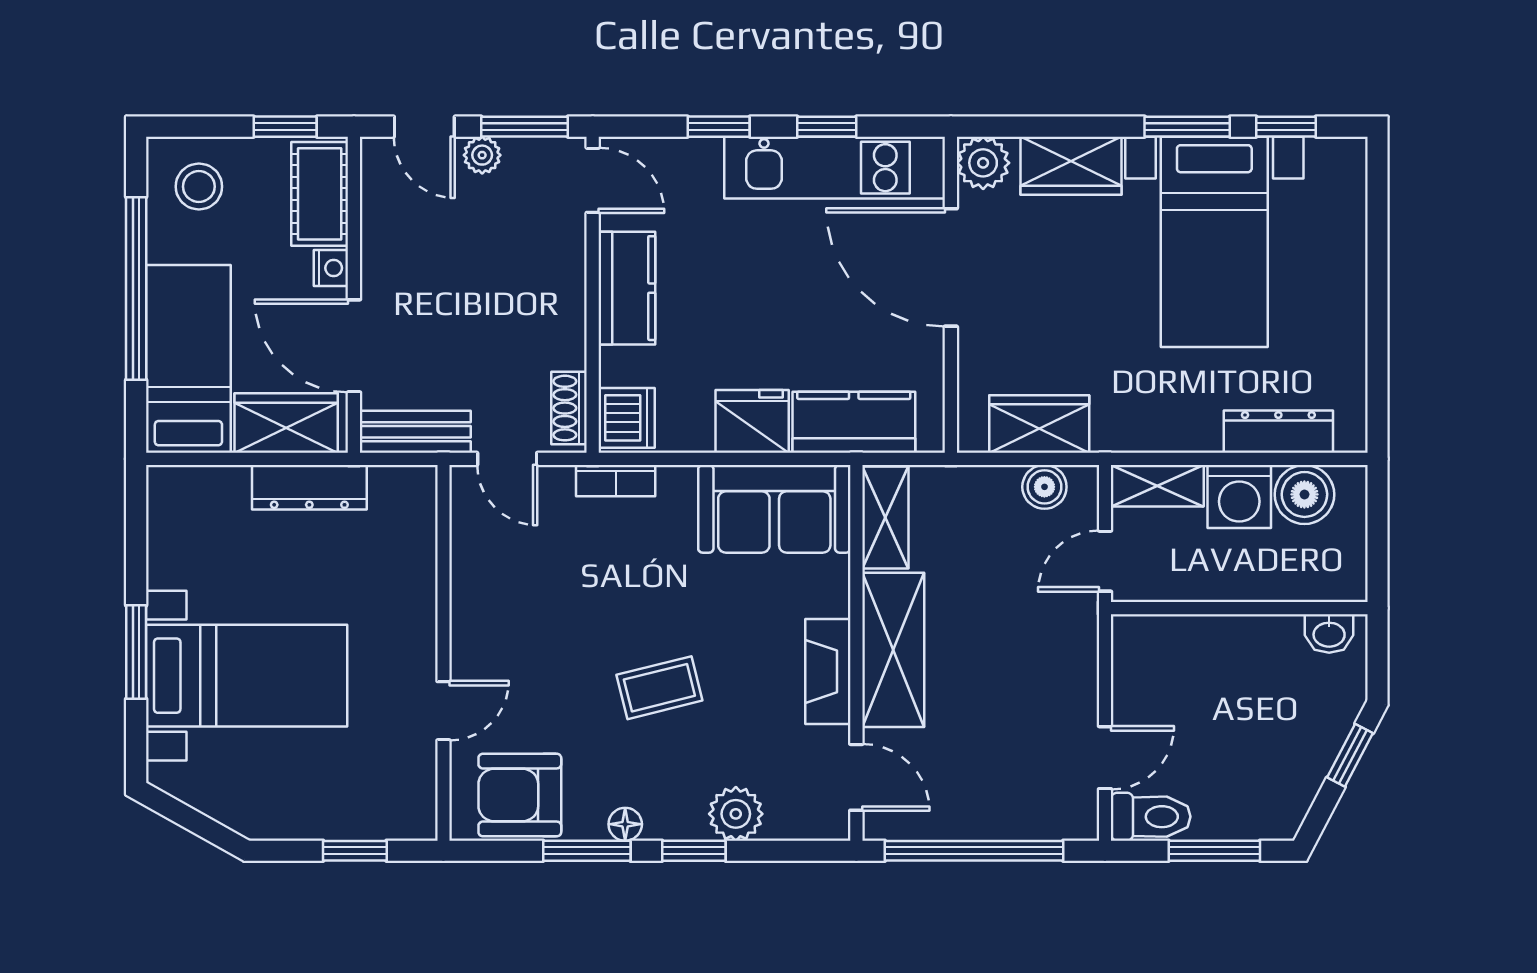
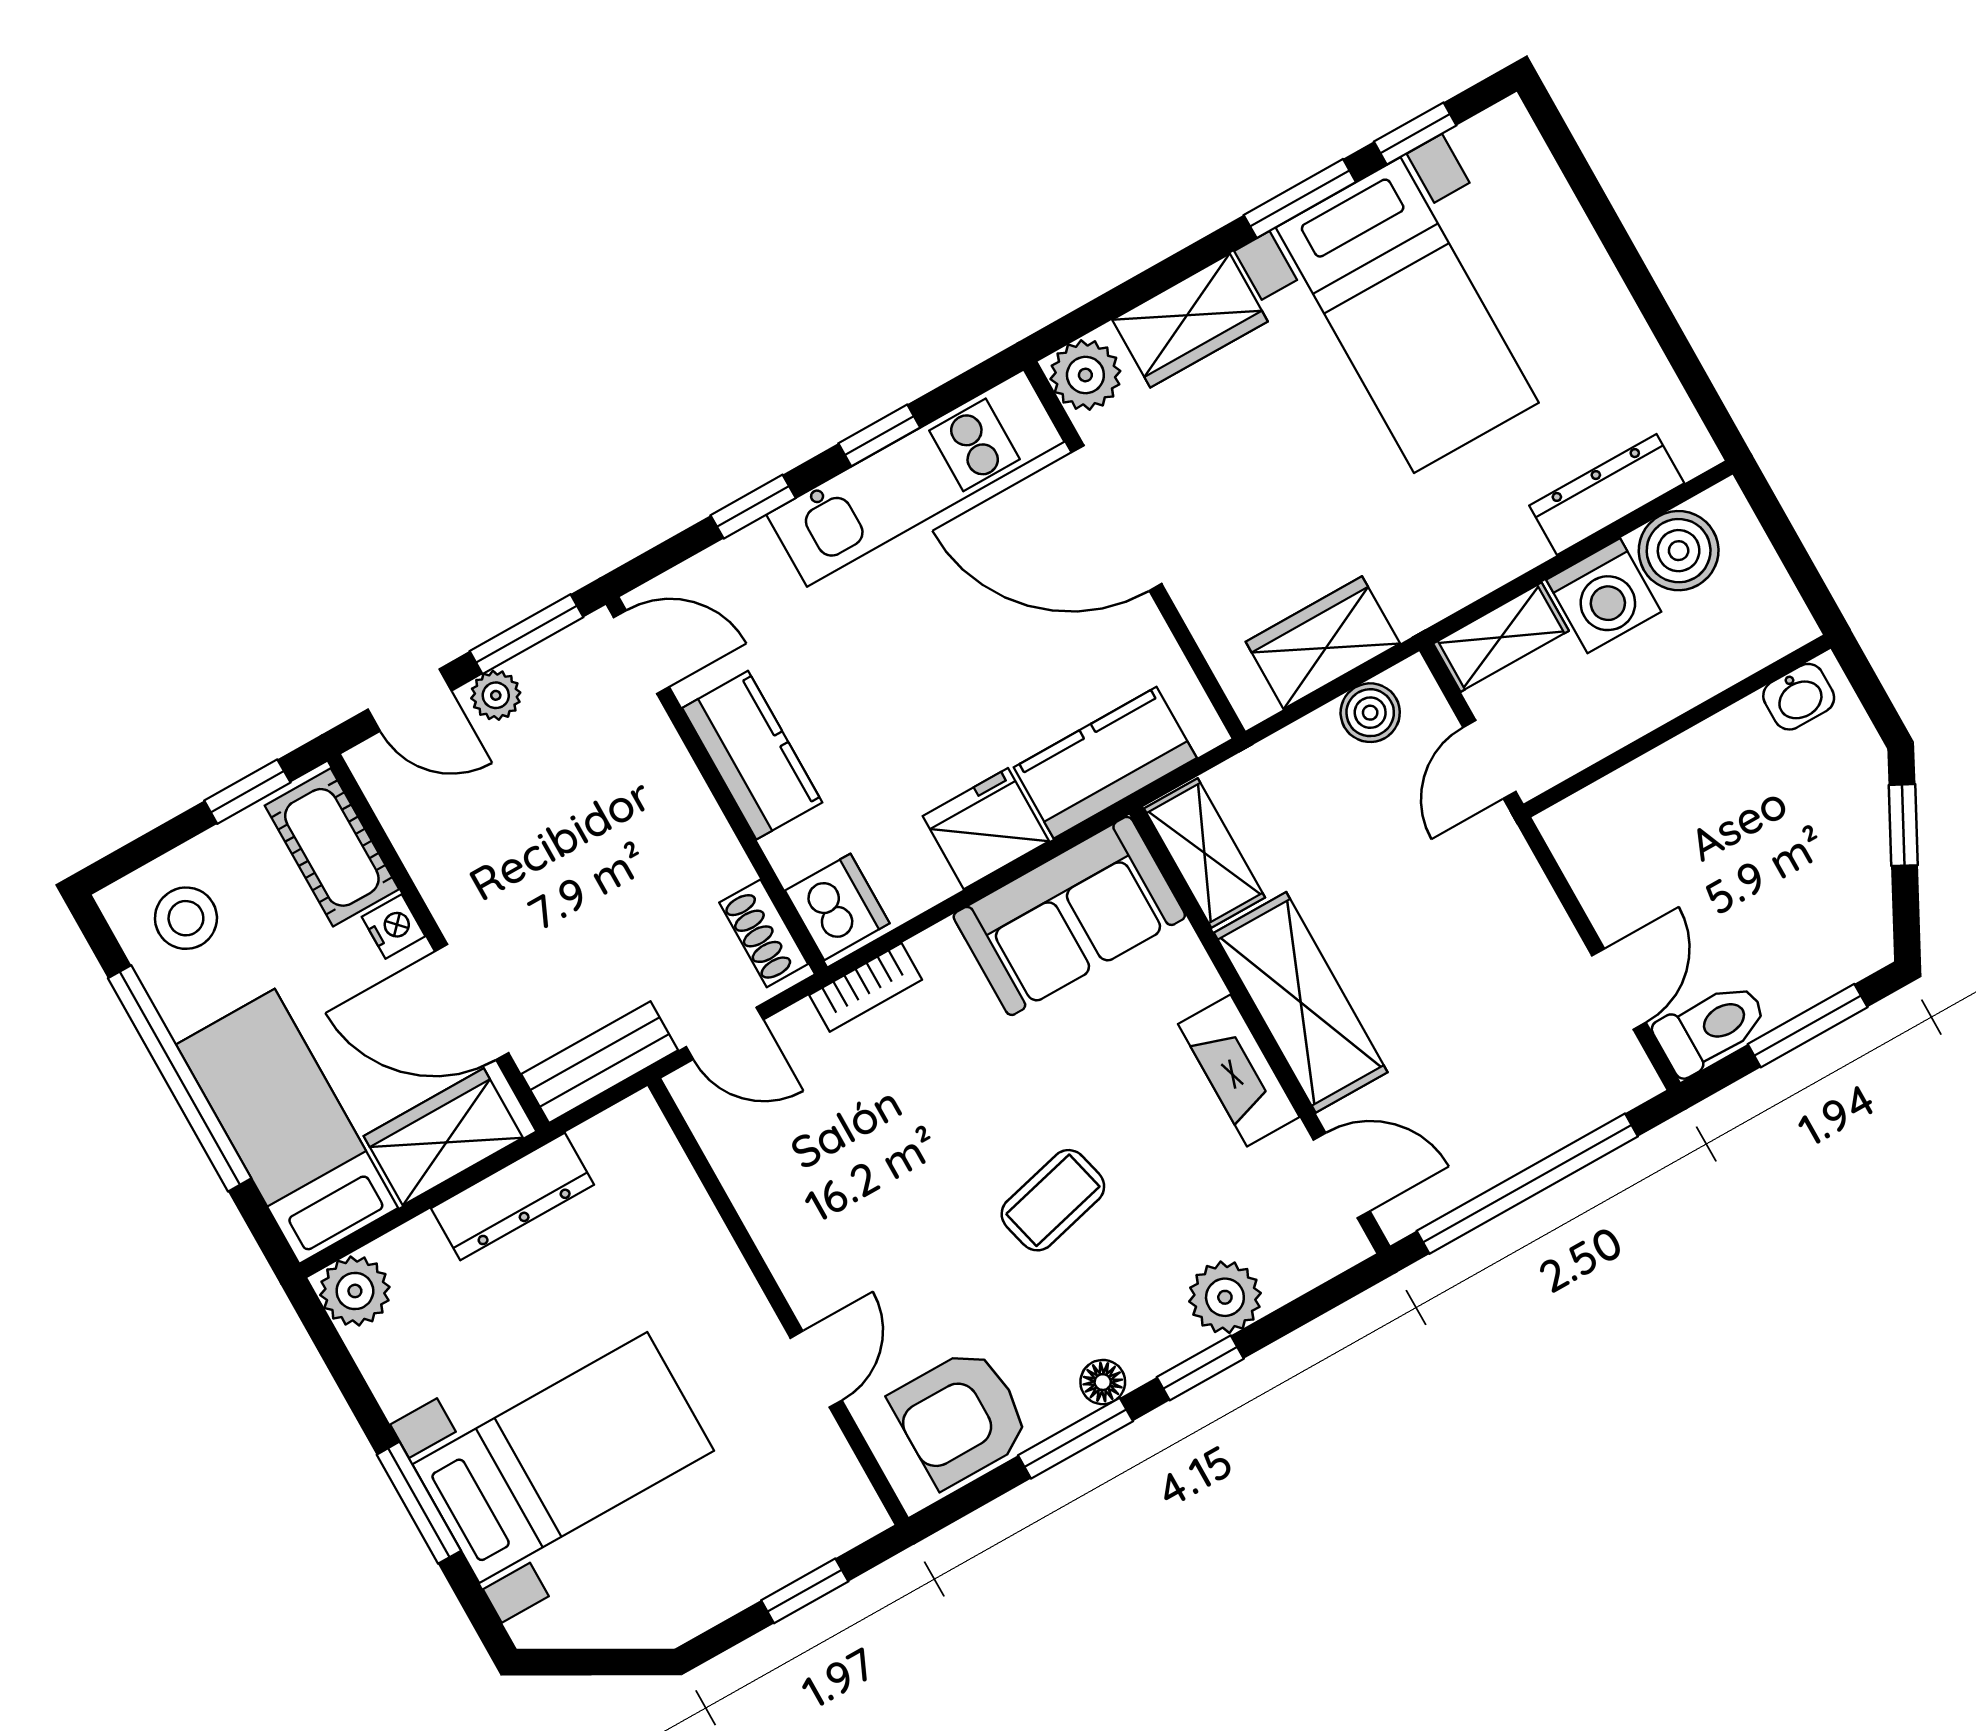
plant: (172, 491) -> (355, 1291), added

